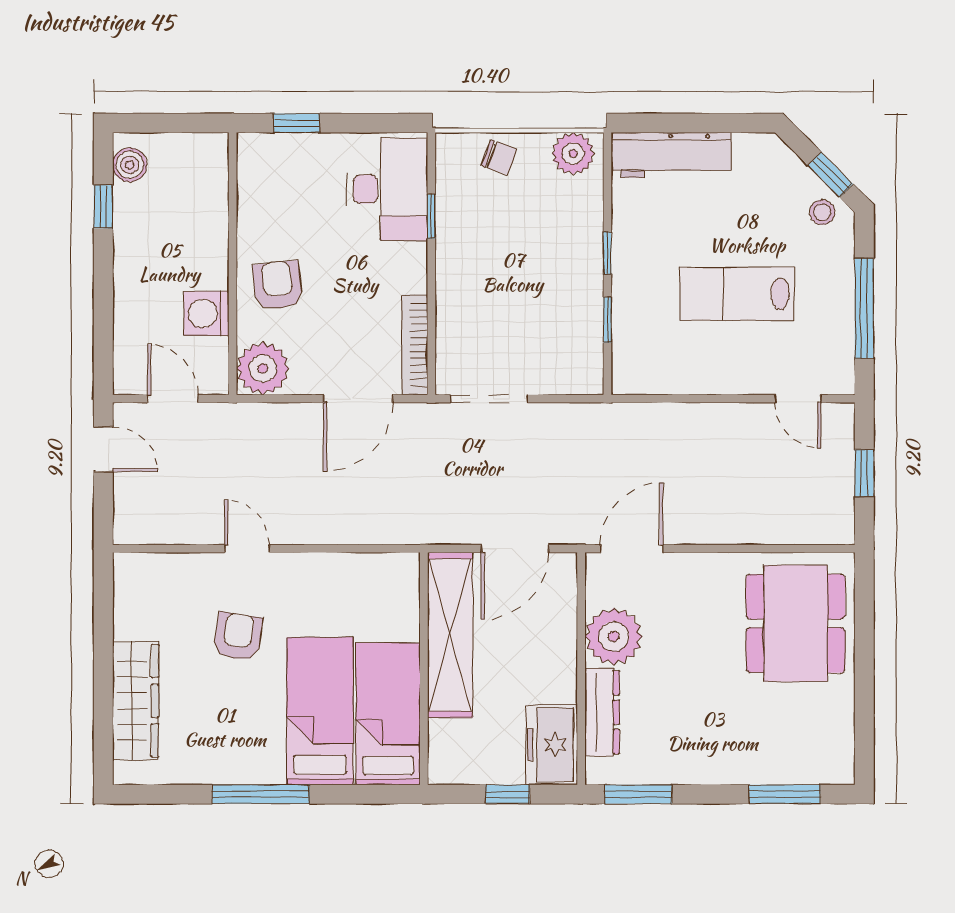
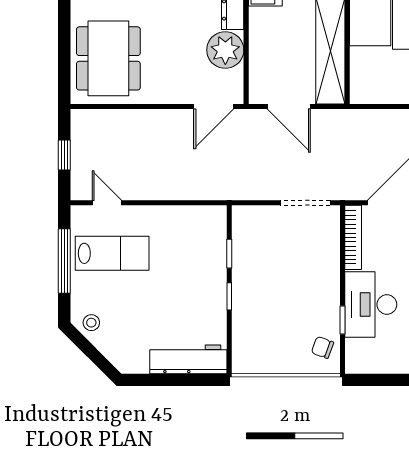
plant: (573, 154) -> (251, 360), removed
chair: (499, 157) -> (322, 347), moved
window: (831, 175) -> (86, 347), removed
desk: (387, 189) -> (371, 304), moved
lab bench: (737, 294) -> (112, 253), moved
door: (515, 549) -> (289, 106), swing flipped

